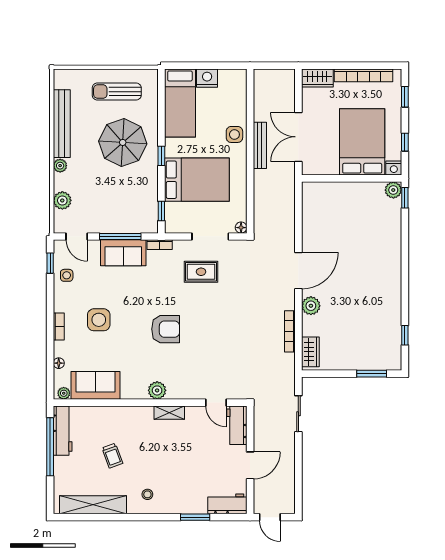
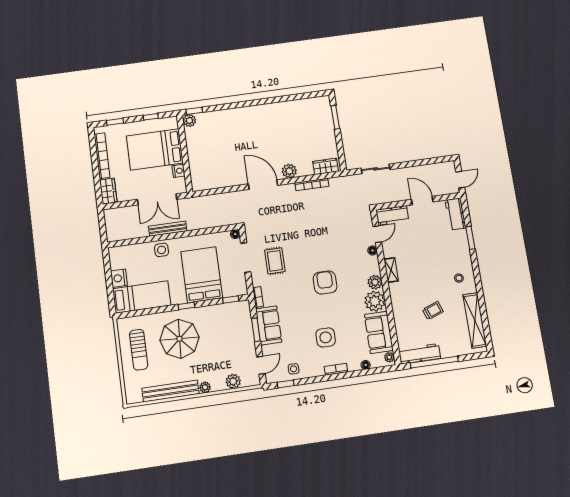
nightstand: (394, 168) -> (178, 171), moved
window: (120, 236) -> (256, 330), width x0.69
window: (405, 335) -> (302, 96), removed
plant: (134, 387) -> (375, 301), added
floor lamp: (197, 394) -> (372, 250), added

